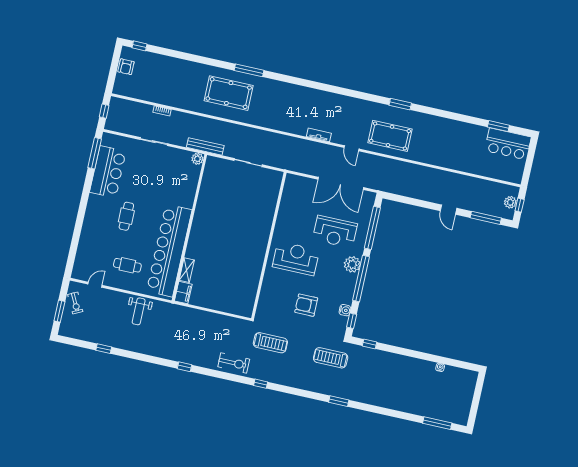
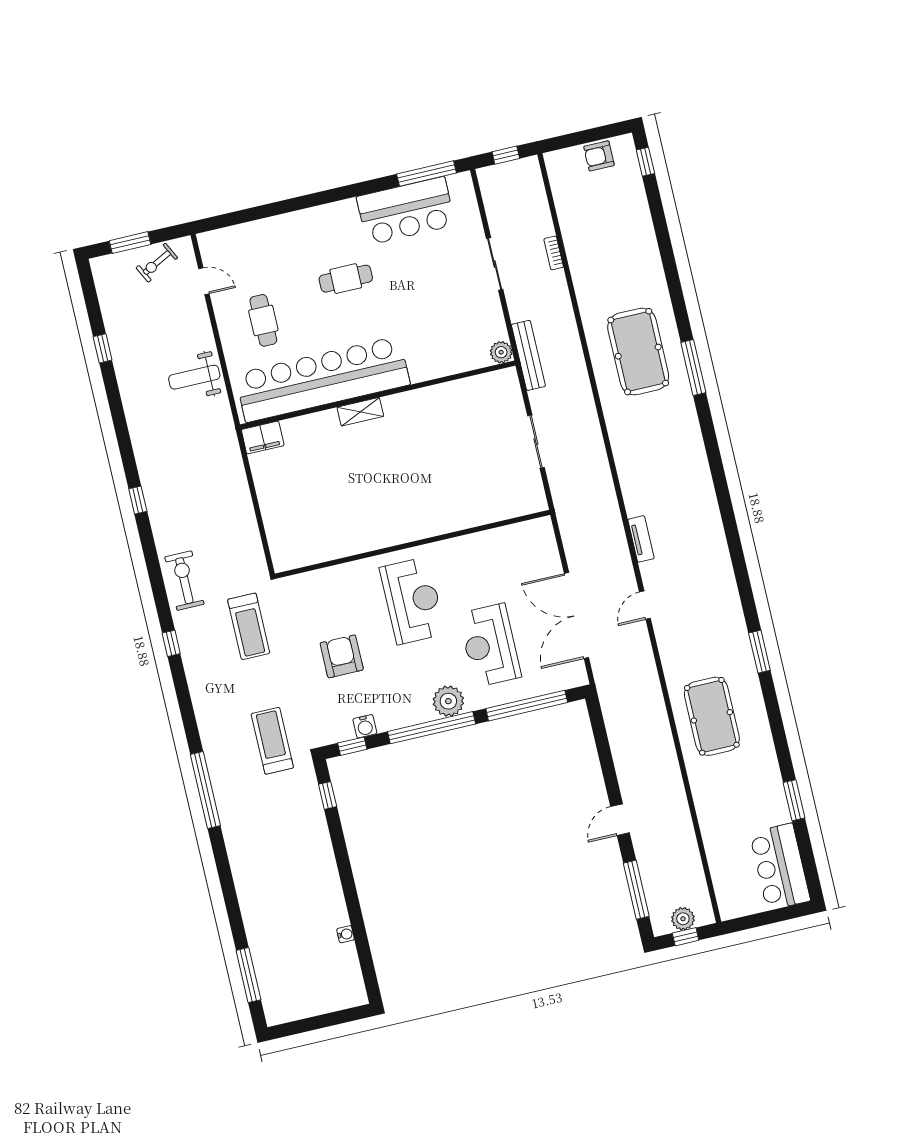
window: (498, 126) -> (794, 800), moved
pool table: (390, 136) -> (712, 716), moved
shelving: (187, 270) -> (360, 412), moved
exercise bike: (234, 363) -> (184, 581), turned 180
window: (339, 401) -> (205, 790), width x2.11

